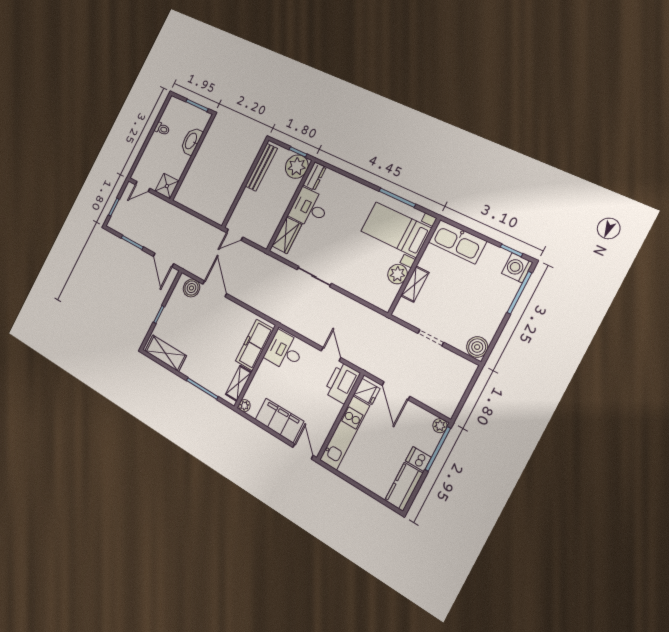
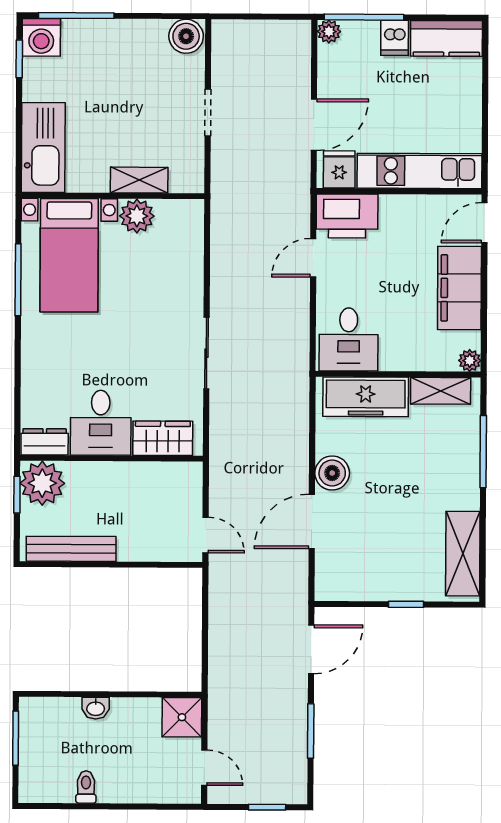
washbasin: (191, 141) -> (96, 708), width x0.52, depth x0.69
boiler: (191, 288) -> (332, 473), moved

